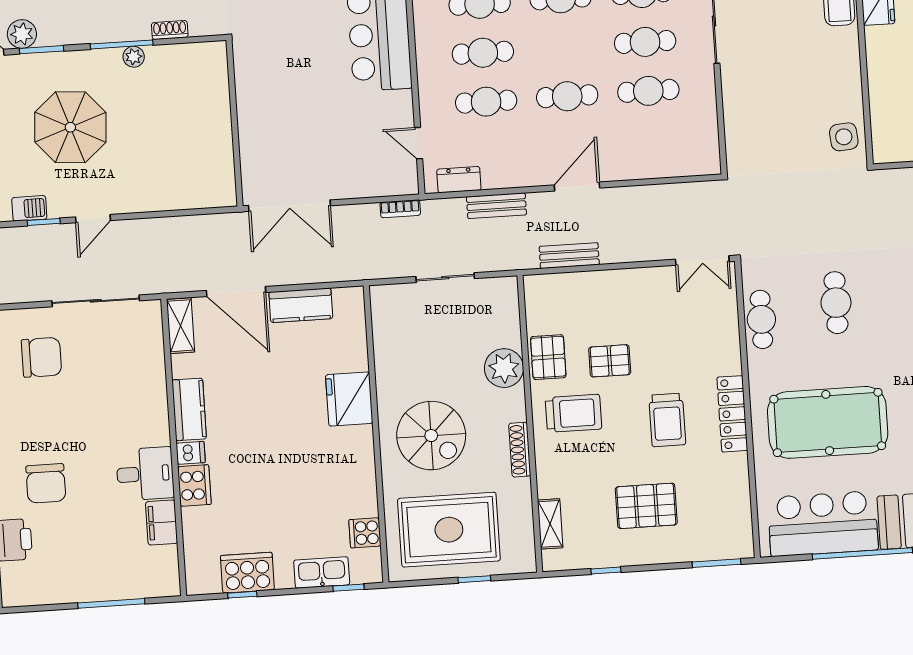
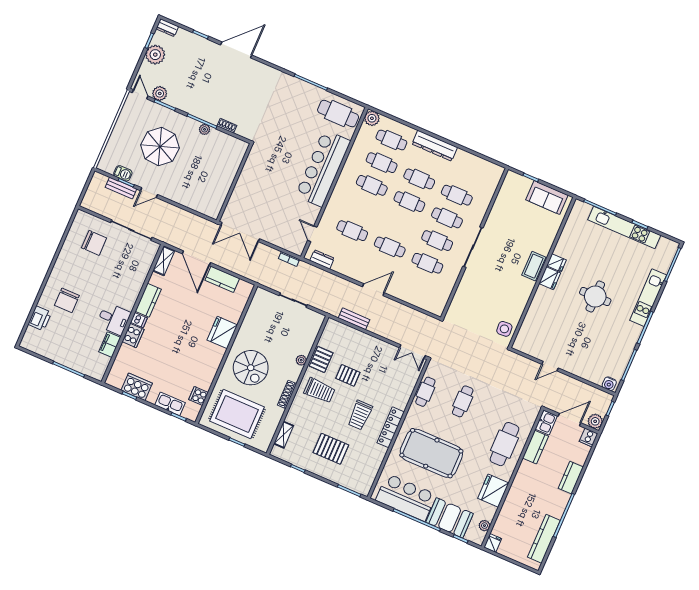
cafe table: (483, 53) -> (362, 208), removed
bench: (496, 206) -> (121, 188), moved
plant: (504, 368) -> (301, 360), width x0.53, depth x0.53

